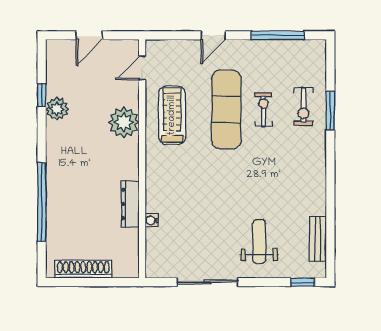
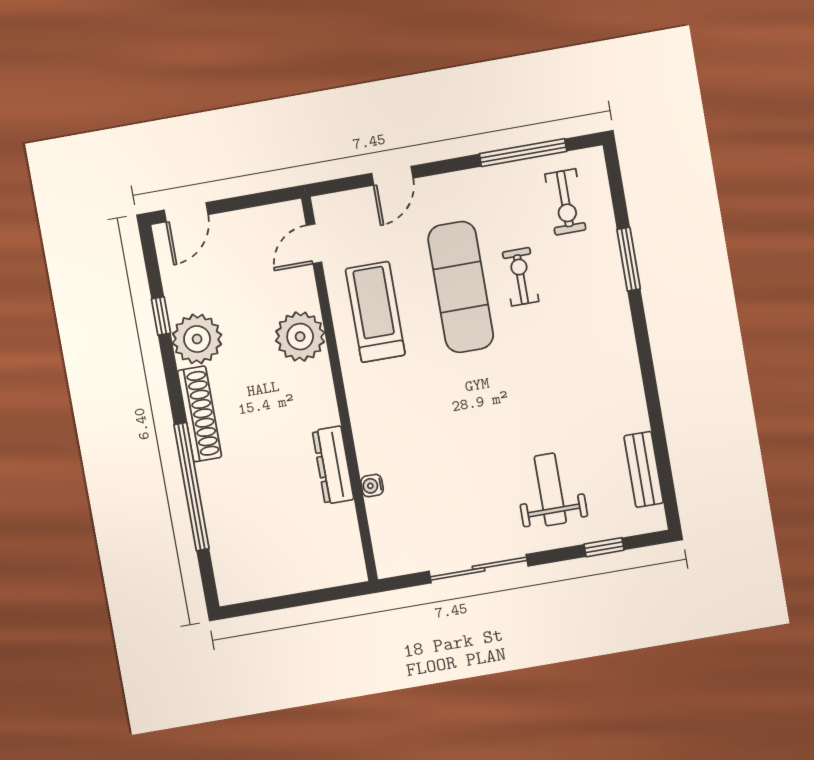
door: (89, 35) -> (186, 212), moved
door: (213, 35) -> (392, 176), moved
exercise bike: (303, 107) -> (565, 202), moved
plant: (57, 109) -> (197, 339), width x1.36, depth x1.36
shoe rack: (83, 269) -> (200, 414), moved, turned 90
window: (303, 282) -> (604, 547), moved

